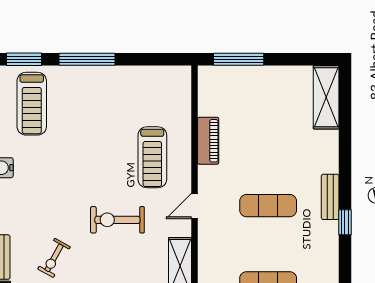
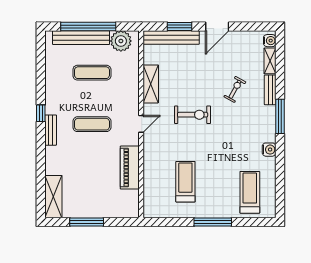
window: (24, 59) -> (255, 222), removed
window: (239, 59) -> (87, 222), moved
piano: (208, 141) -> (130, 168), width x1.37, depth x1.33
treadmill: (152, 157) -> (185, 182), moved

